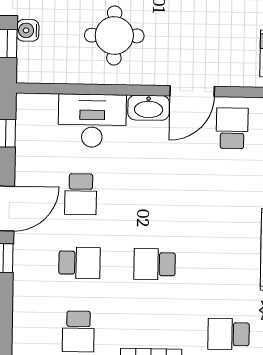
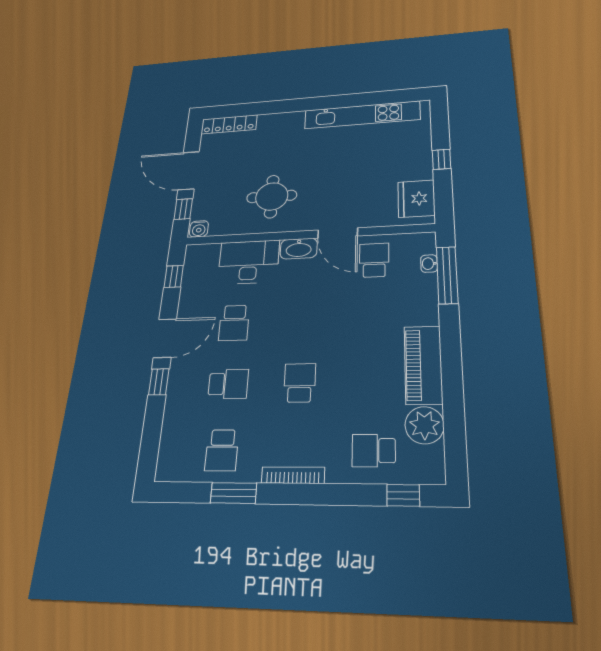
water cooler: (28, 30) -> (199, 229), moved, turned -90
door: (192, 91) -> (338, 233), hinge flipped
school desk: (155, 264) -> (300, 383), turned 90

